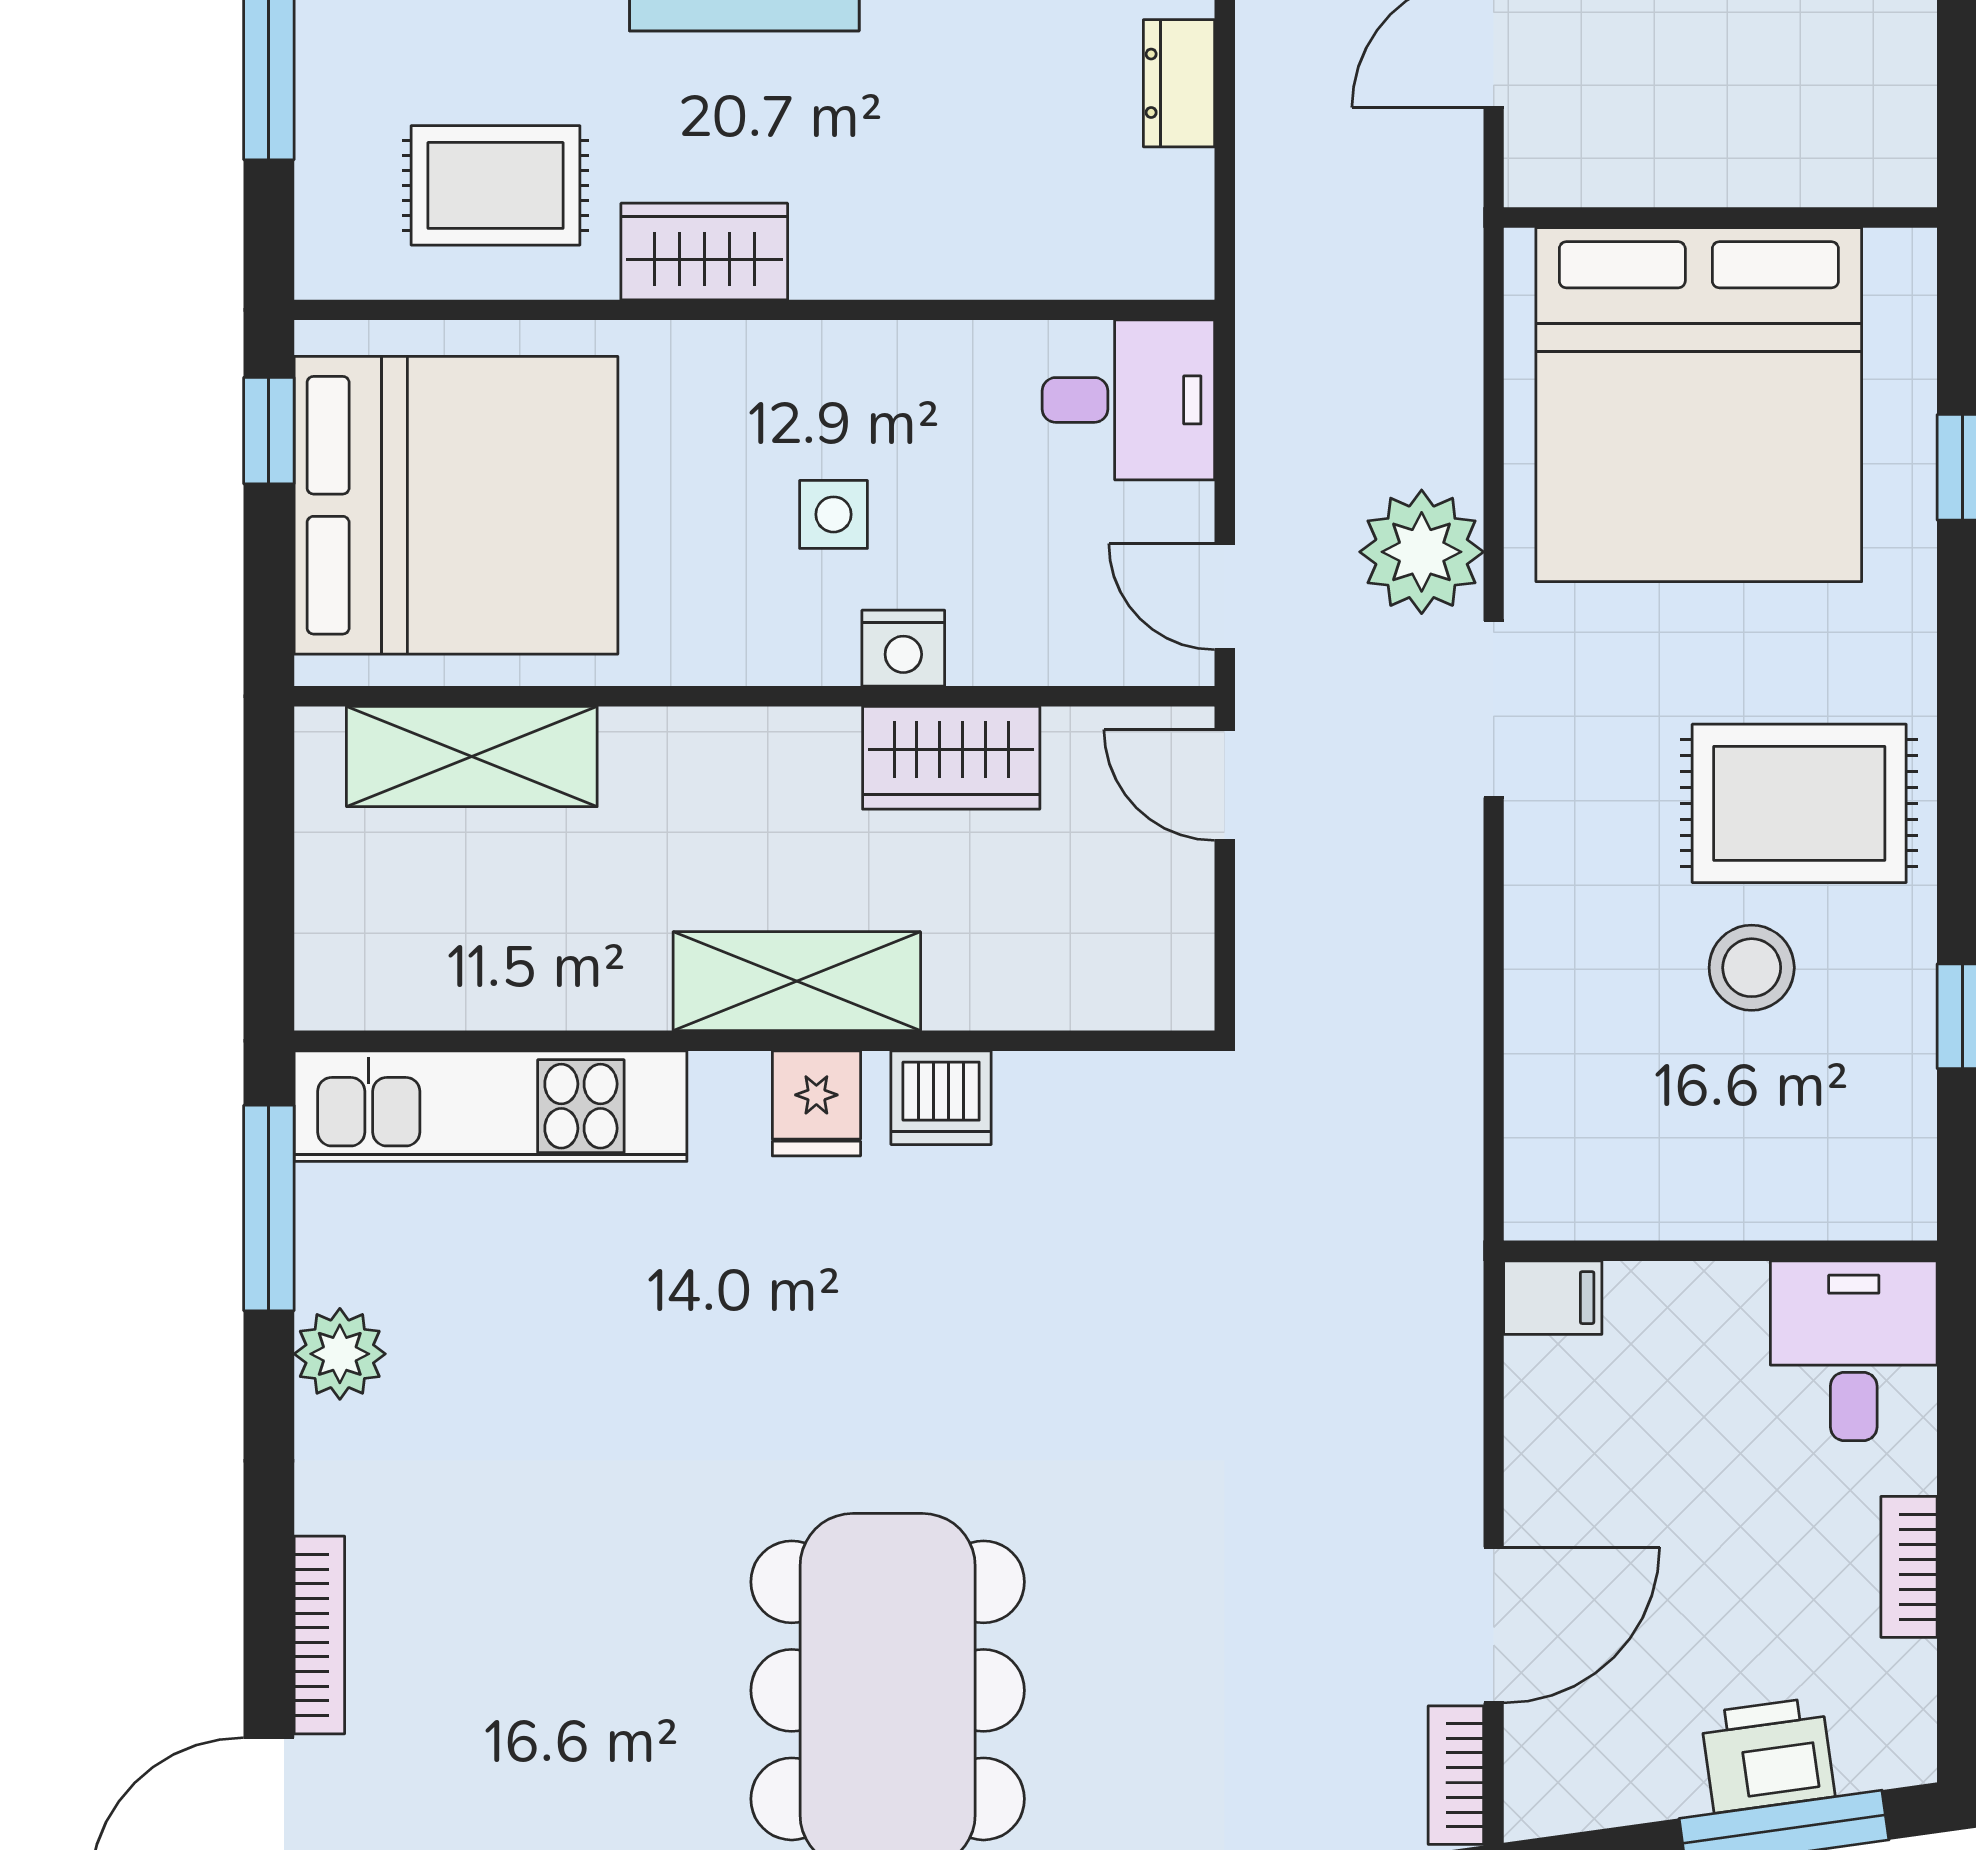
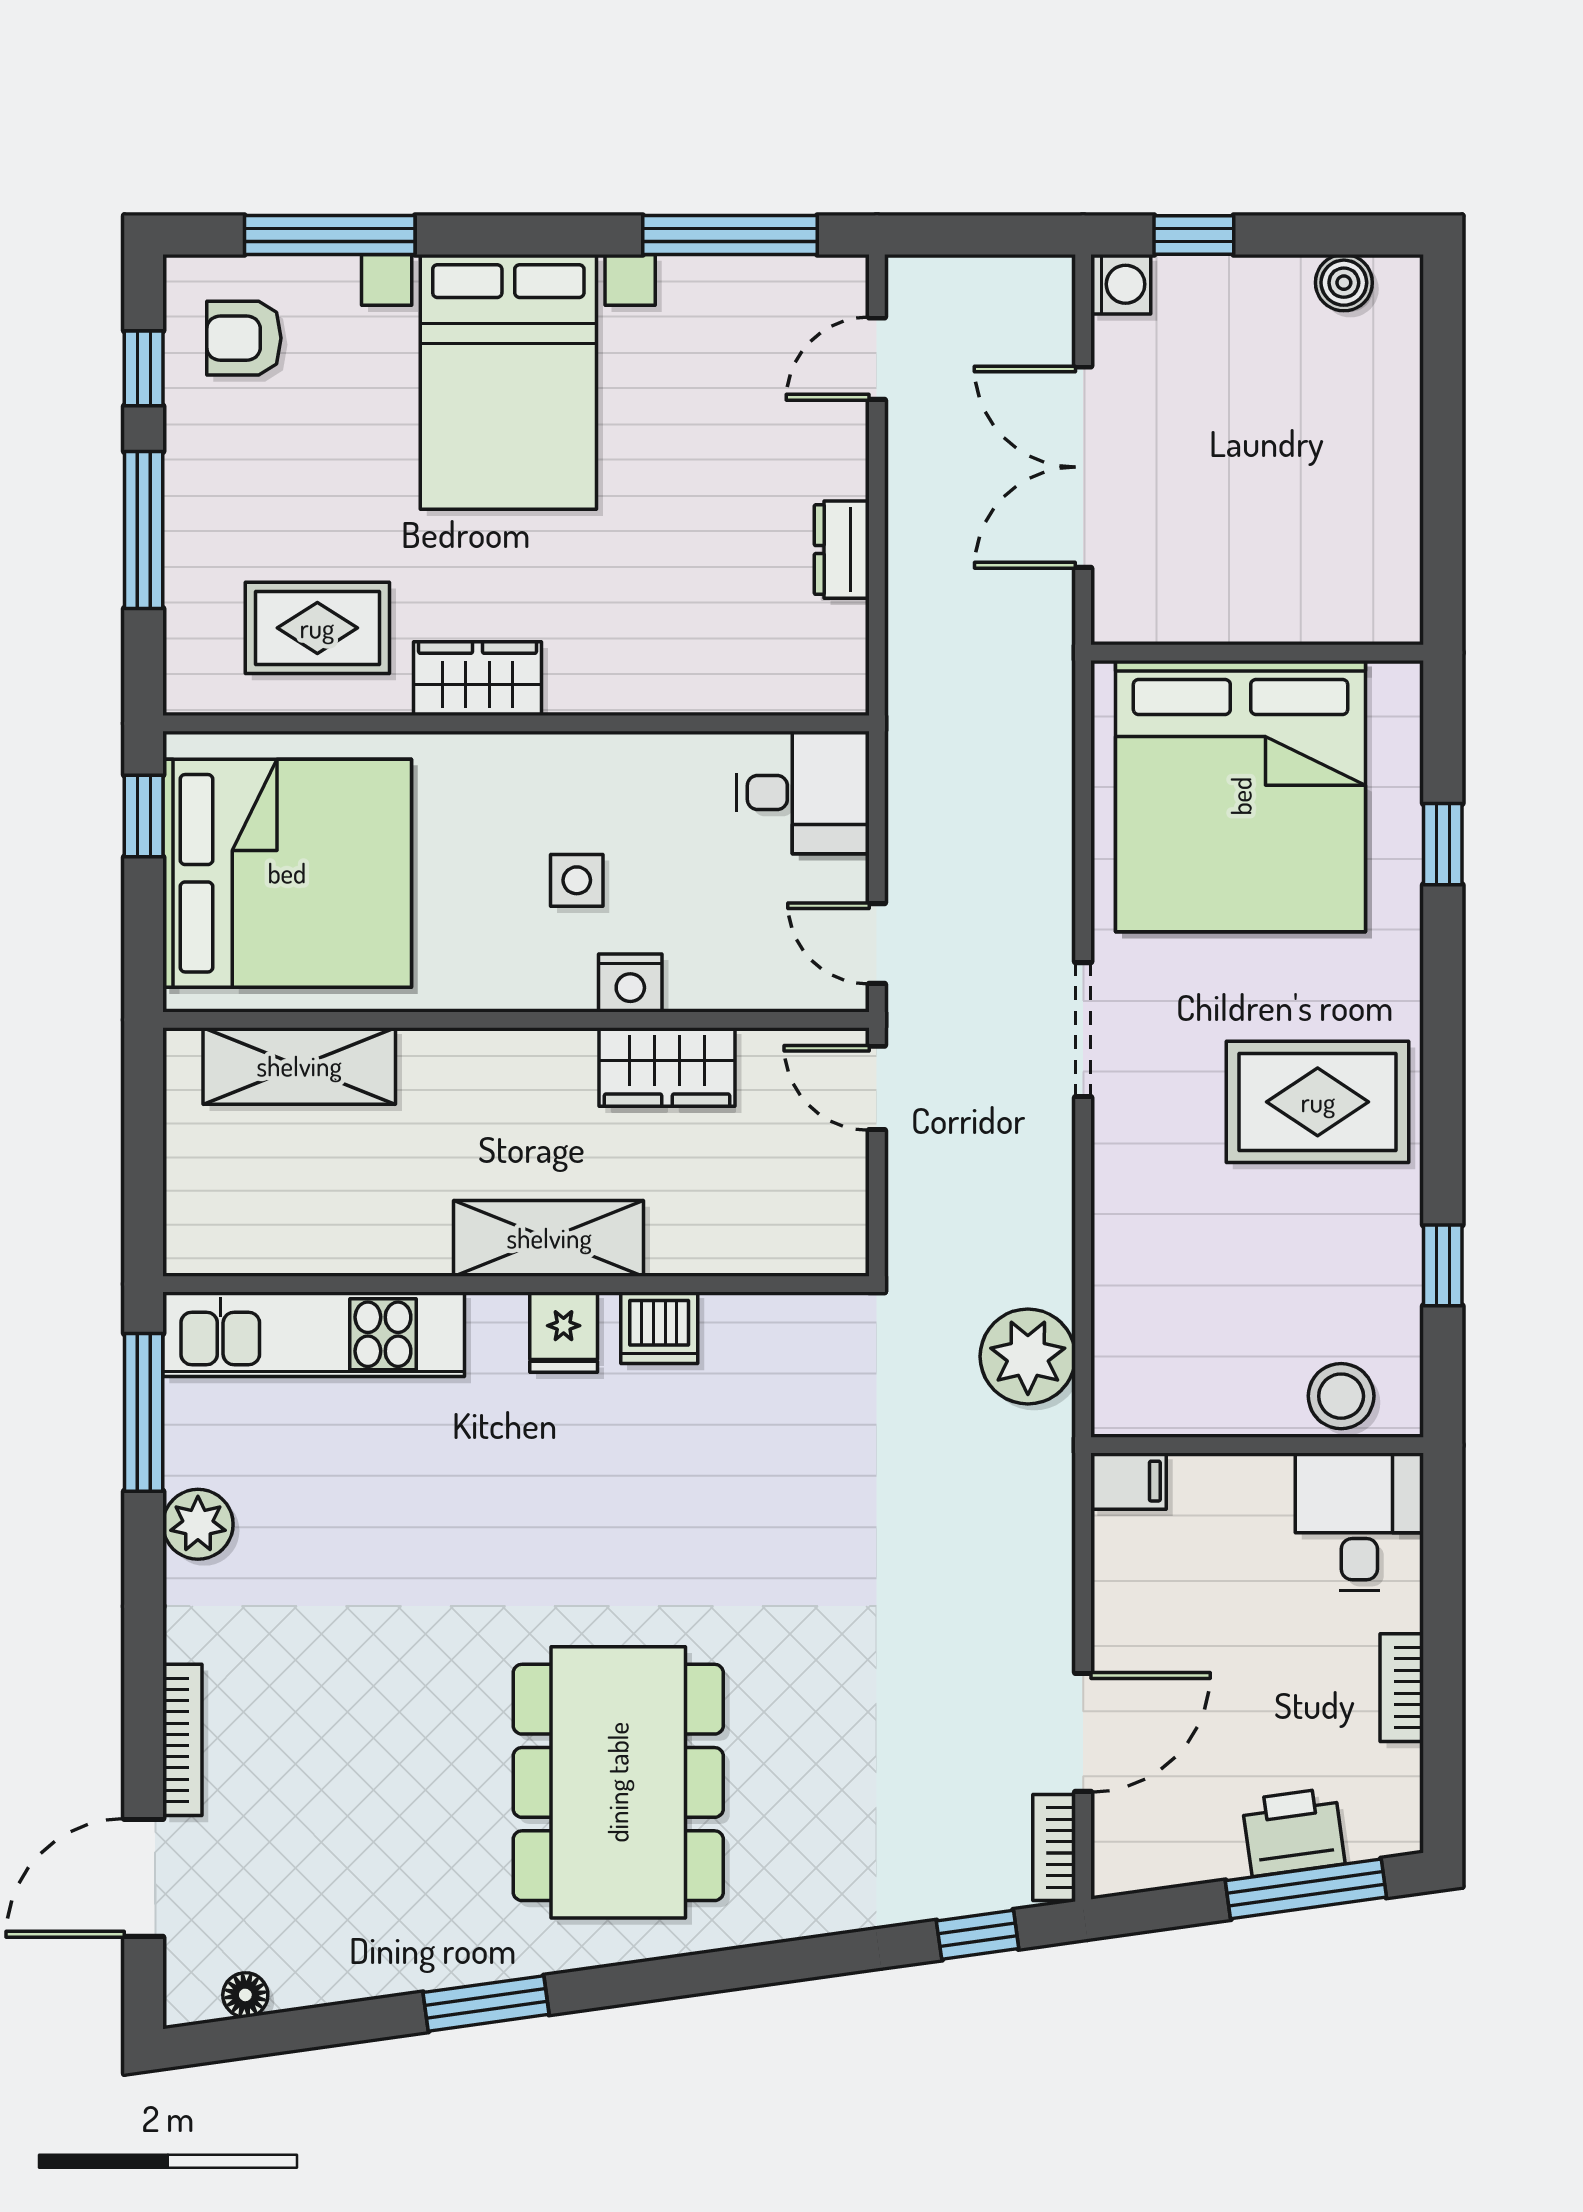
plant: (1422, 552) -> (1028, 1356), moved
stool: (1752, 968) -> (1341, 1396), moved

